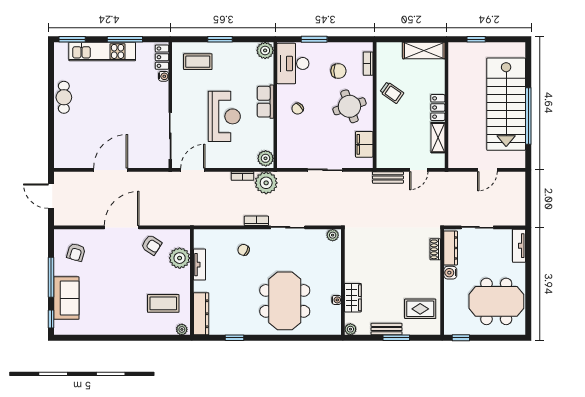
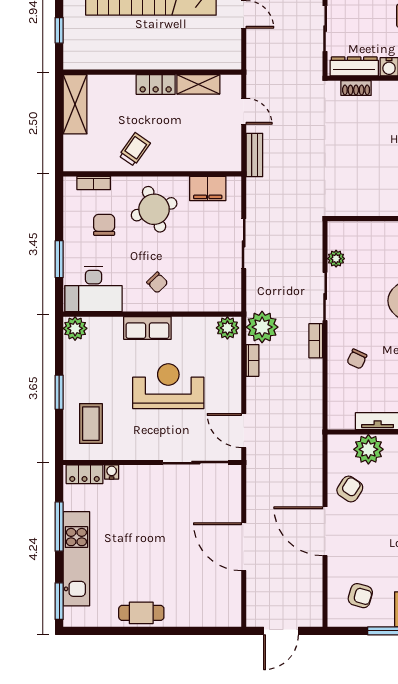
plant: (333, 235) -> (336, 259), moved

